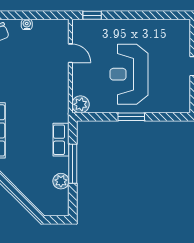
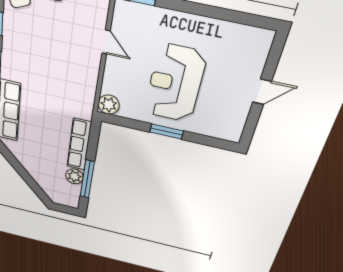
row of seats: (61, 140) -> (79, 144), width x1.48
window: (73, 164) -> (87, 179), moved

